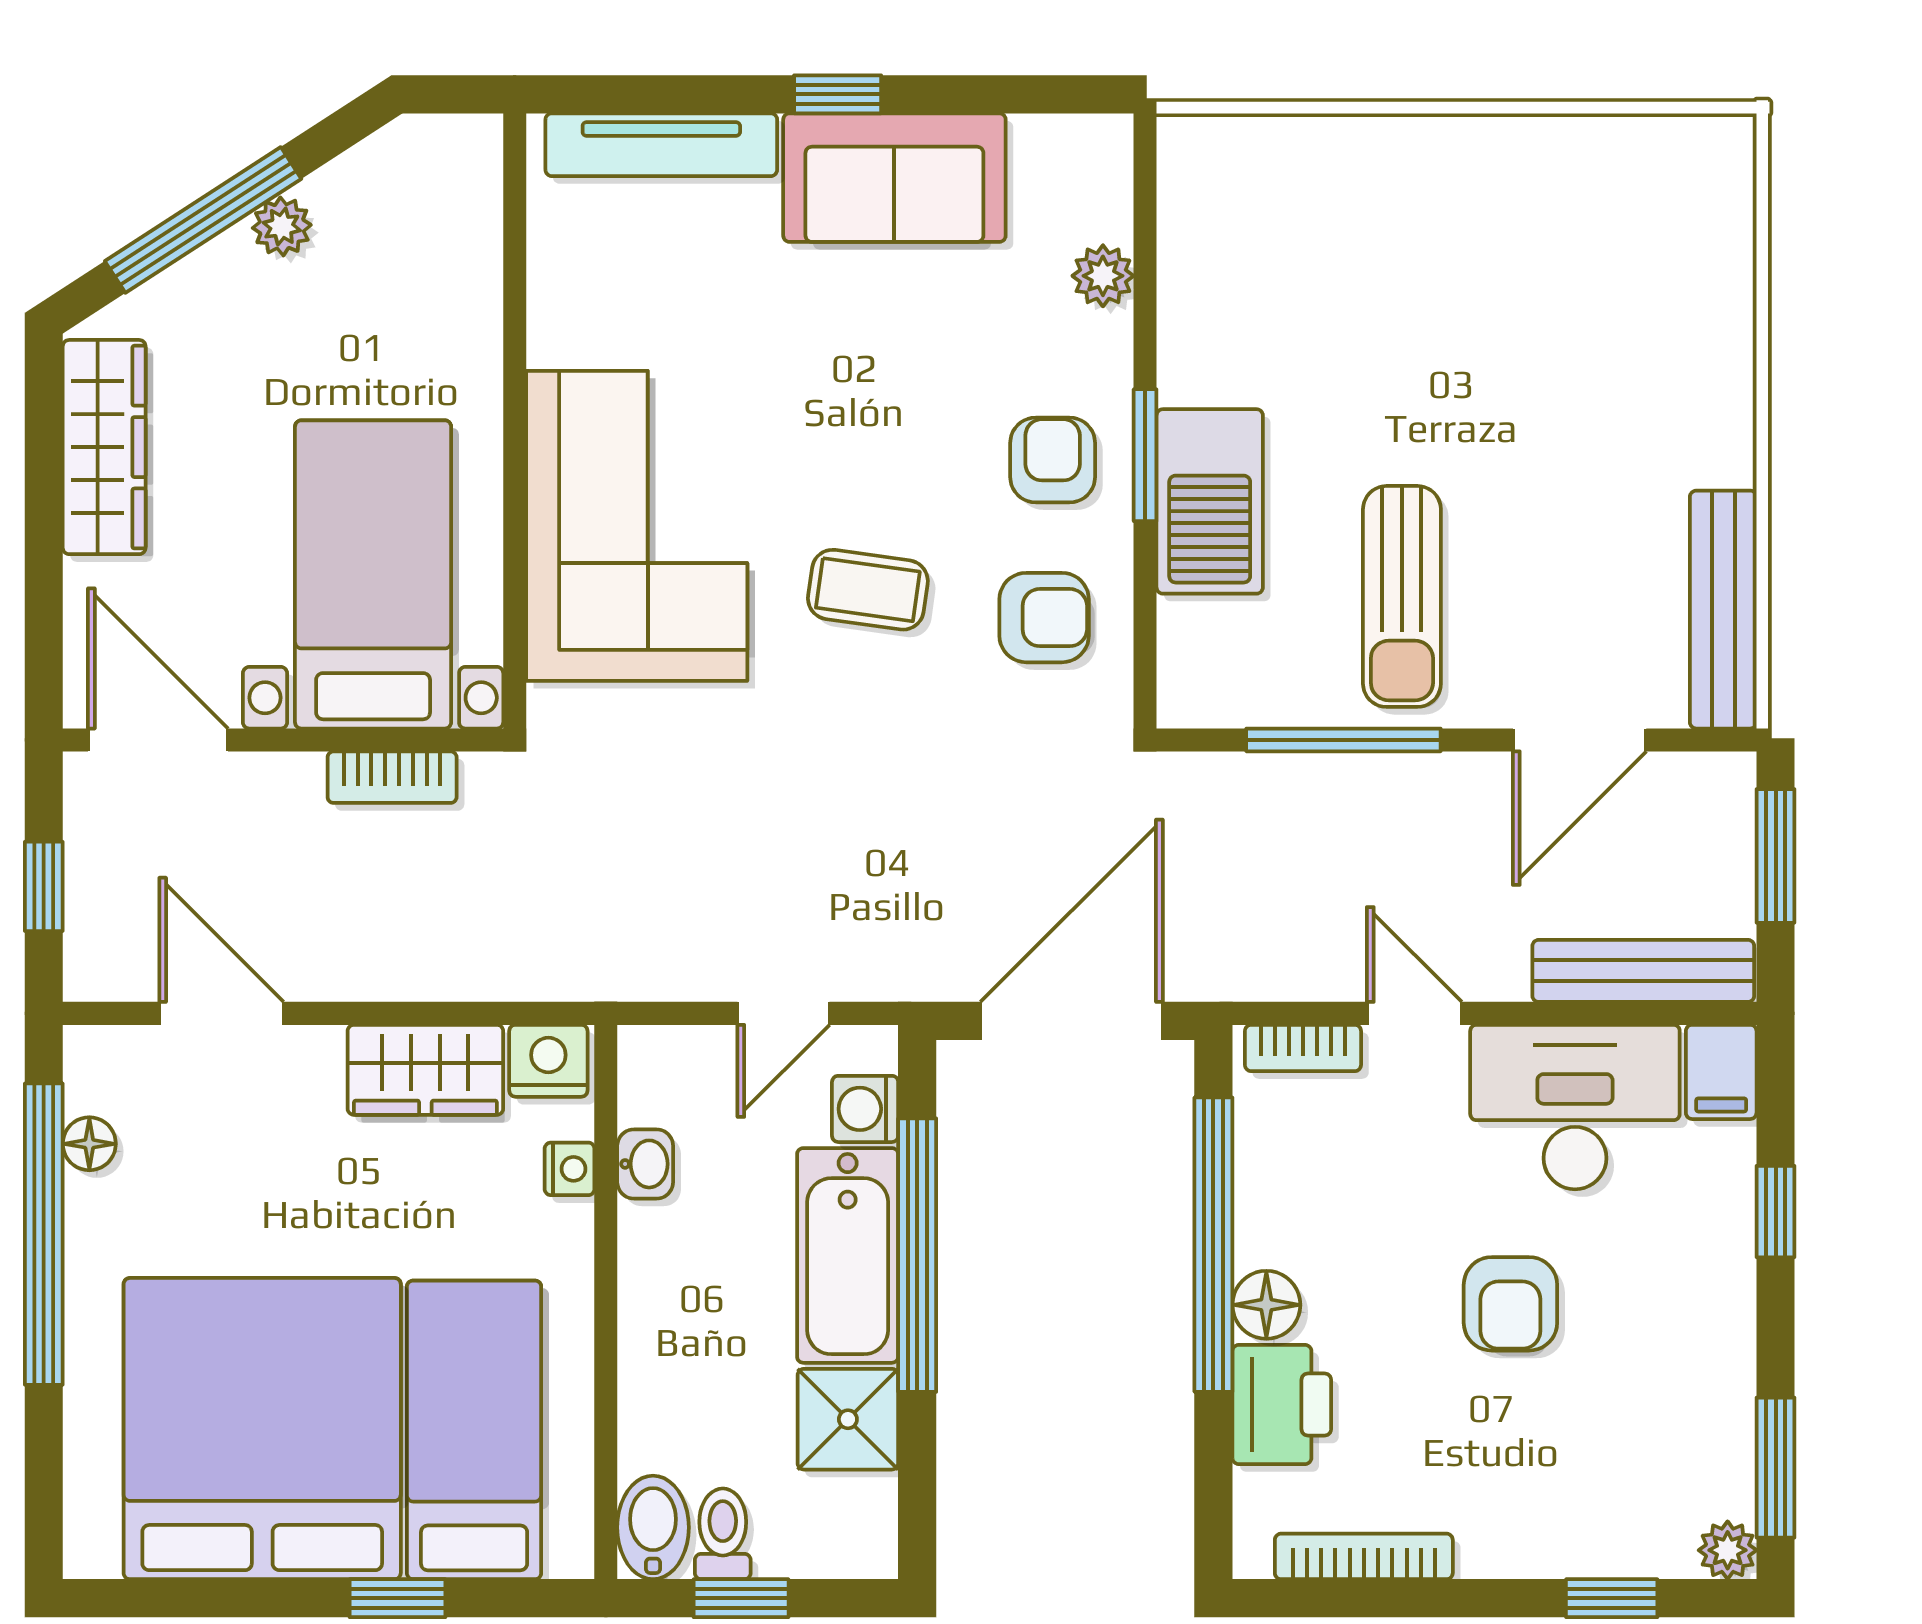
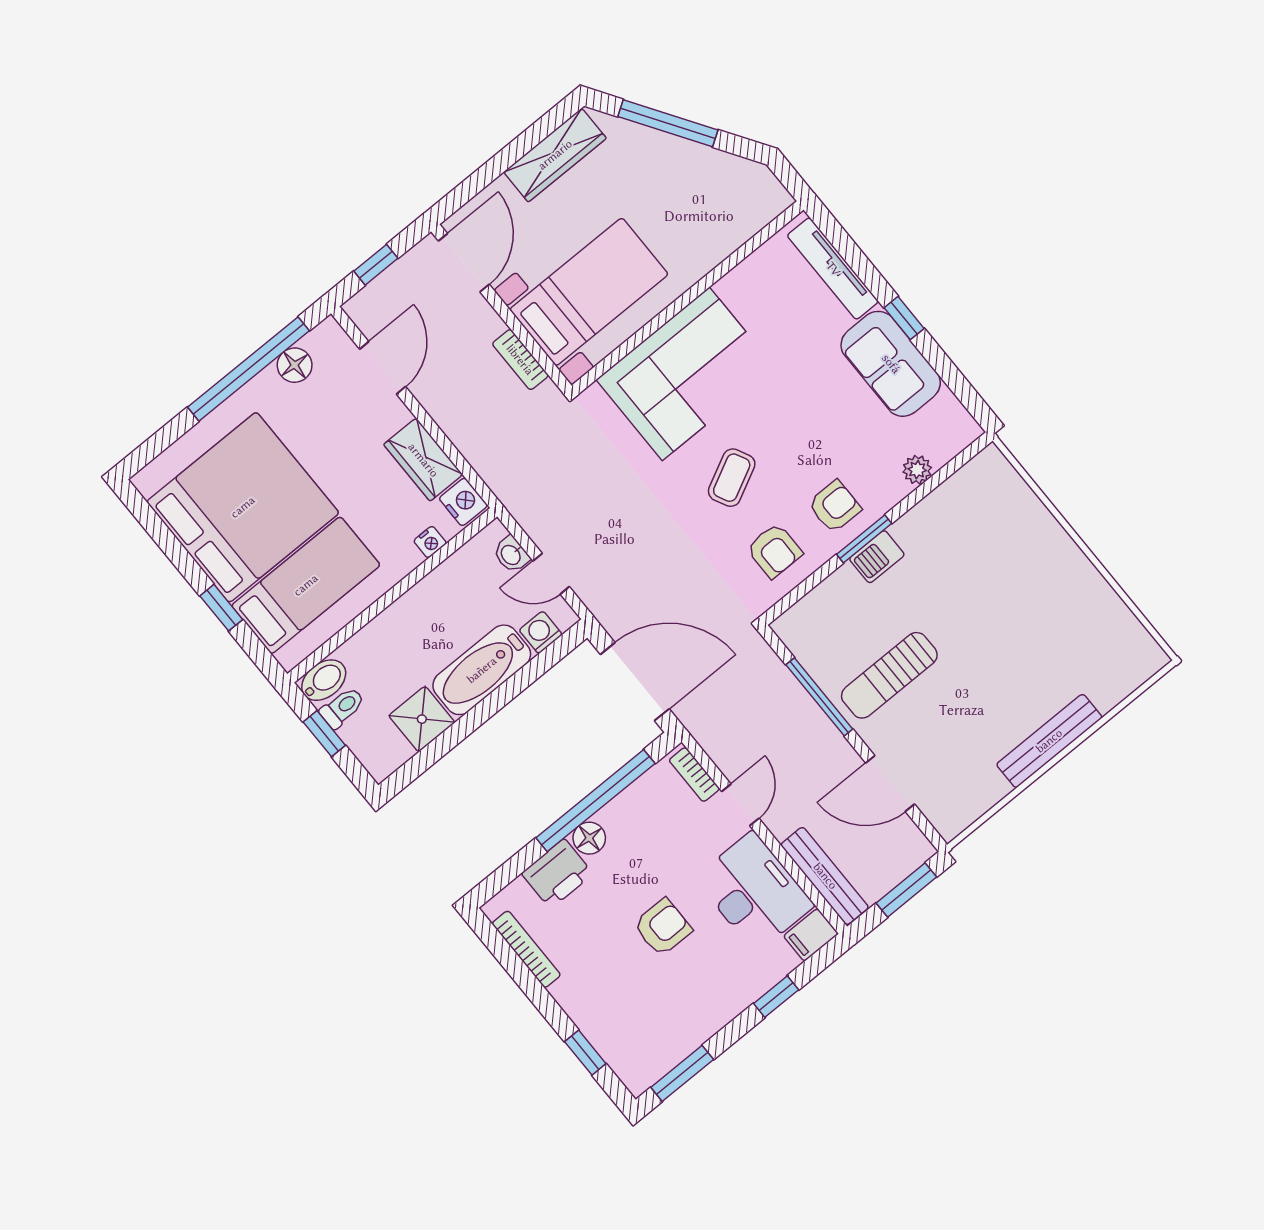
plant: (282, 226) -> (689, 154), removed
barbecue: (1210, 501) -> (877, 557), width x0.53, depth x0.65
coffee table: (868, 590) -> (732, 478), turned 55
bench: (1723, 610) -> (1049, 741), moved
floor lamp: (89, 1144) -> (295, 365), width x1.37, depth x1.37
washbasin: (645, 1164) -> (511, 554), moved, turned 90
window: (917, 1255) -> (503, 695), removed
armchair: (1510, 1304) -> (663, 927), turned 180
plant: (1728, 1550) -> (638, 1081), removed

